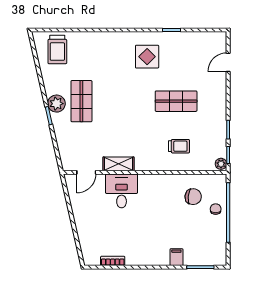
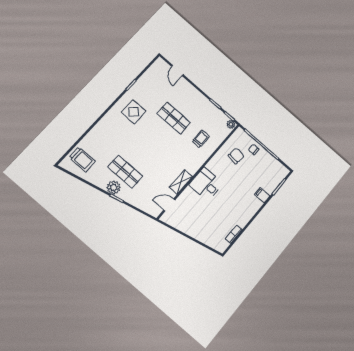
shop shelf: (176, 101) -> (174, 118), turned 90
door: (86, 172) -> (169, 205), swing flipped
desk: (122, 191) -> (206, 184), moved

